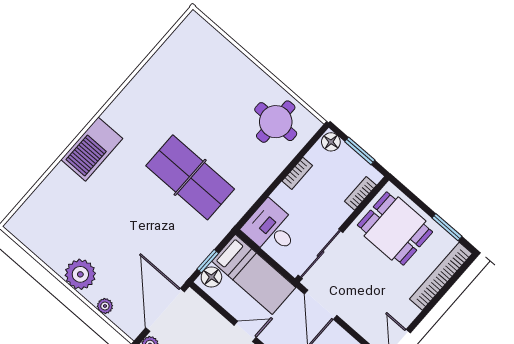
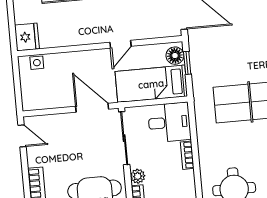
bookcase: (297, 173) -> (187, 155), moved
plant: (342, 212) -> (138, 176), added

